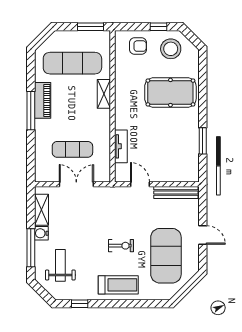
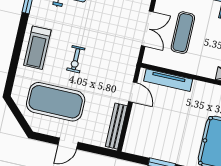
tv unit: (121, 146) -> (168, 80), width x1.41
door: (140, 184) -> (133, 92), hinge flipped

